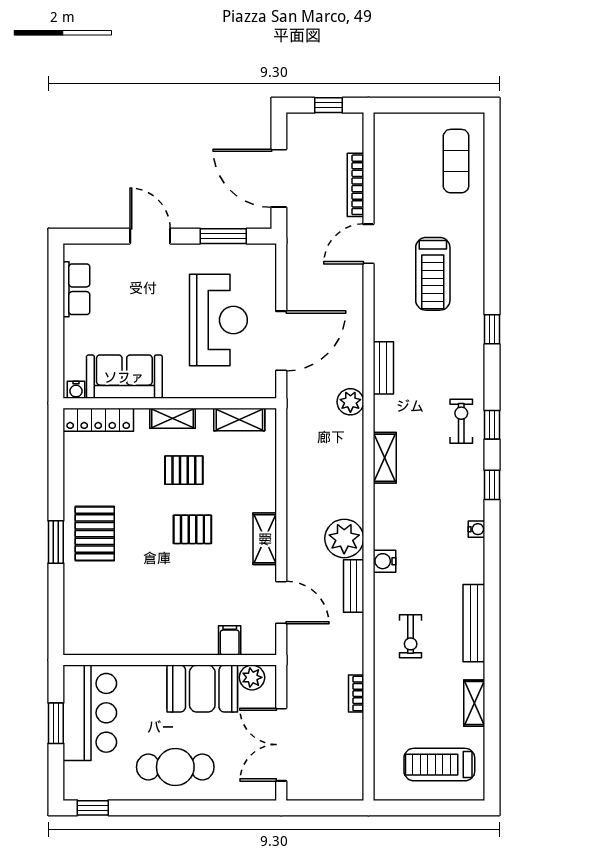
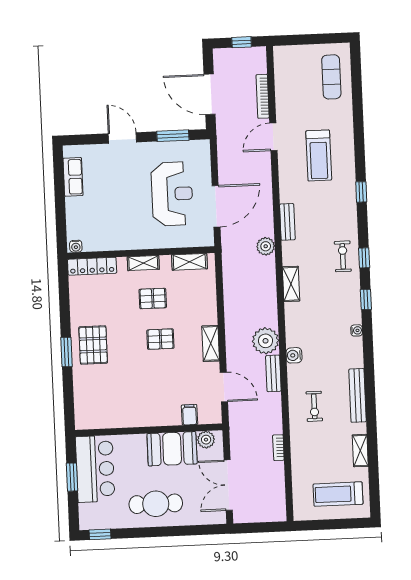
sofa: (124, 377) -> (109, 236), removed

